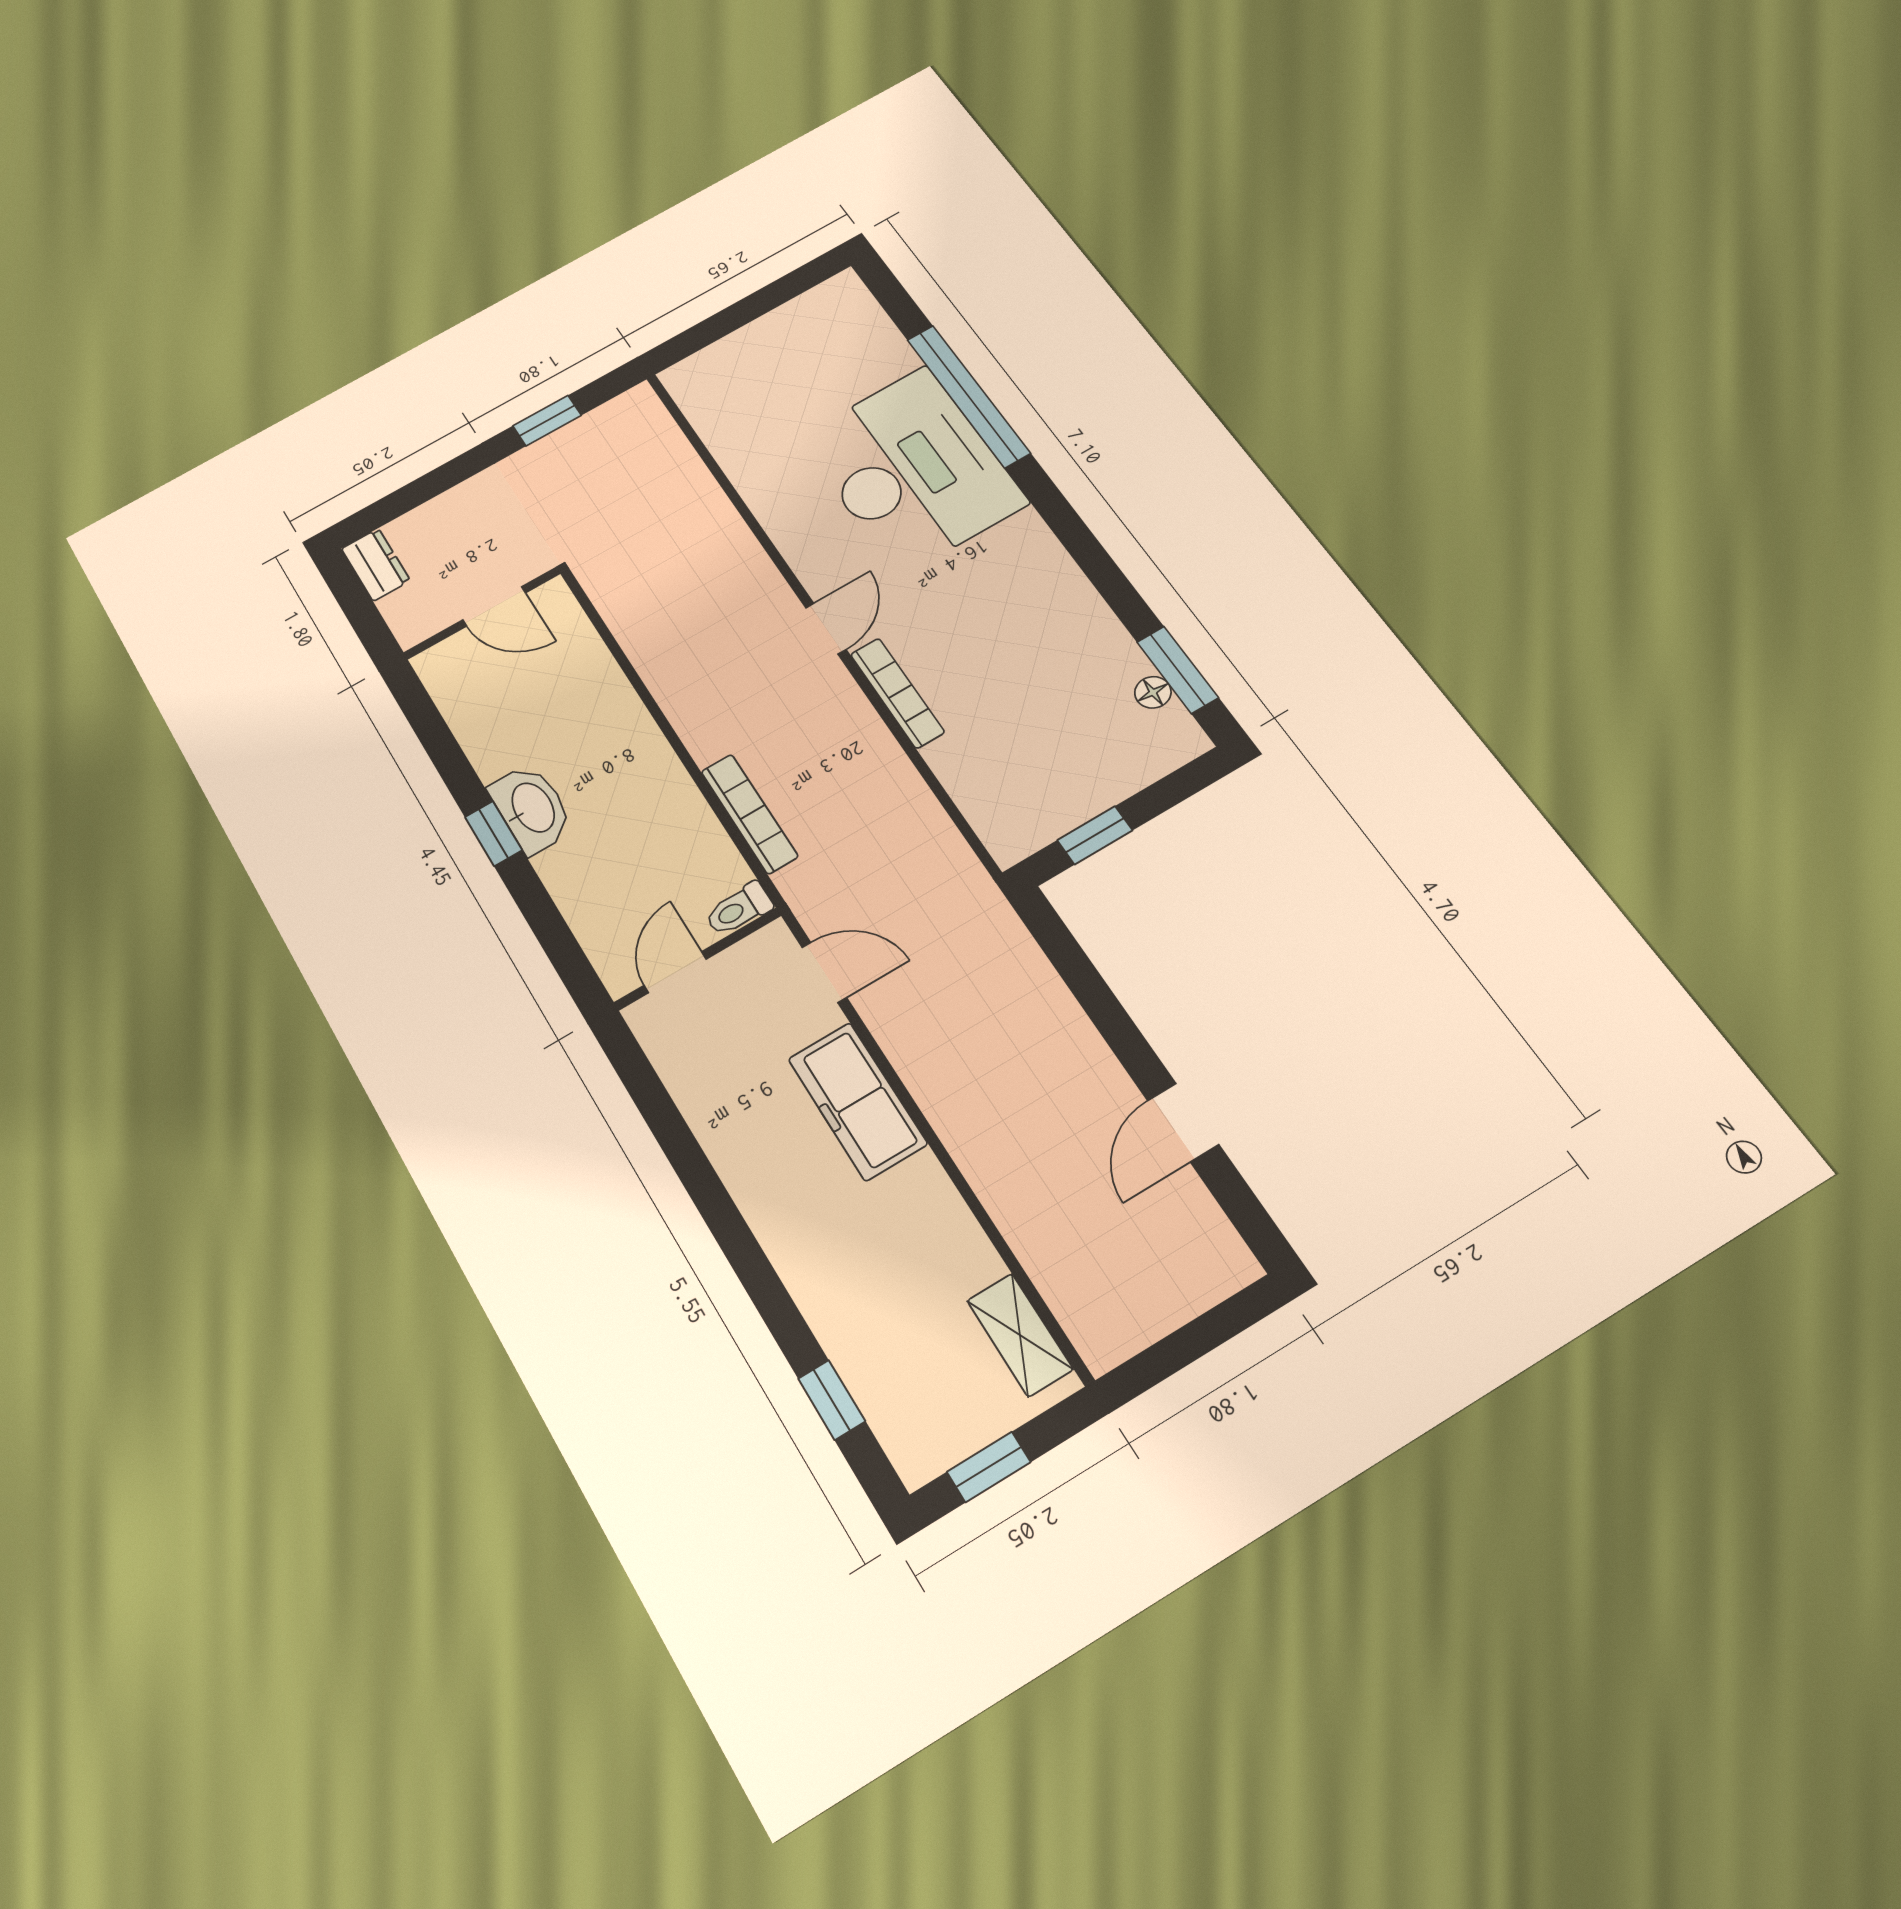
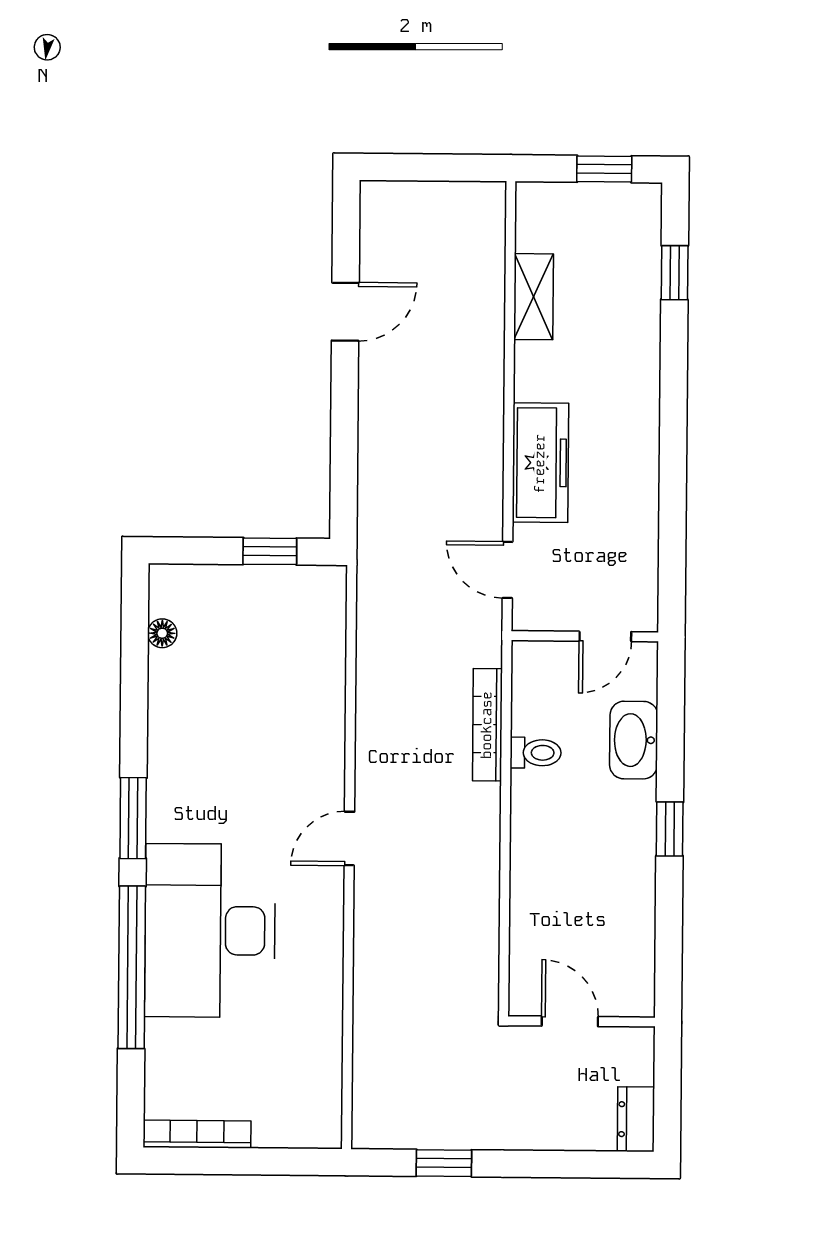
window: (1178, 670) -> (133, 818), moved
bookcase: (897, 693) -> (197, 1134), moved, turned 90
washbasin: (532, 808) -> (634, 740), moved
toilet: (739, 909) -> (536, 753), moved
shelving: (1020, 1335) -> (534, 297), moved

